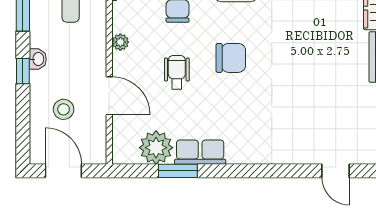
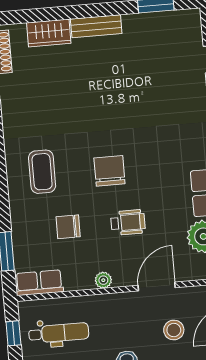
wheelchair: (177, 72) -> (128, 222), turned 180

